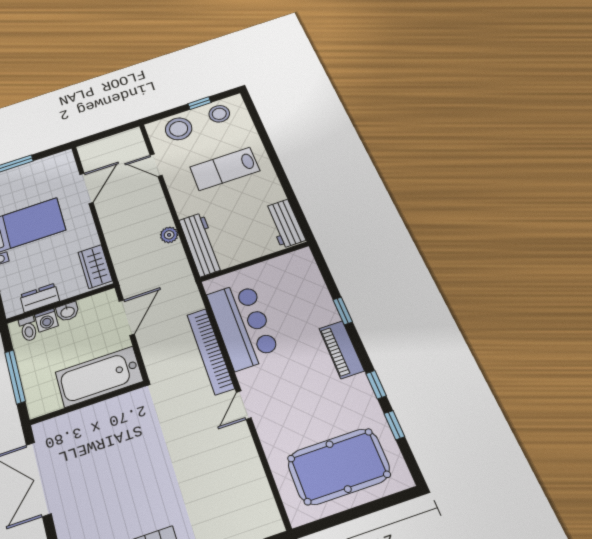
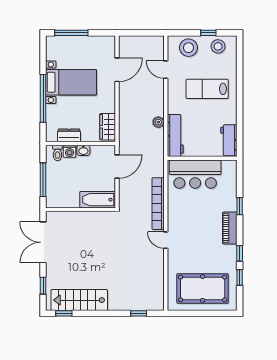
bar counter: (243, 325) -> (195, 174), moved, turned 90
bathtub: (99, 377) -> (98, 200), width x0.73, depth x0.73
door: (244, 405) -> (166, 240), hinge flipped

